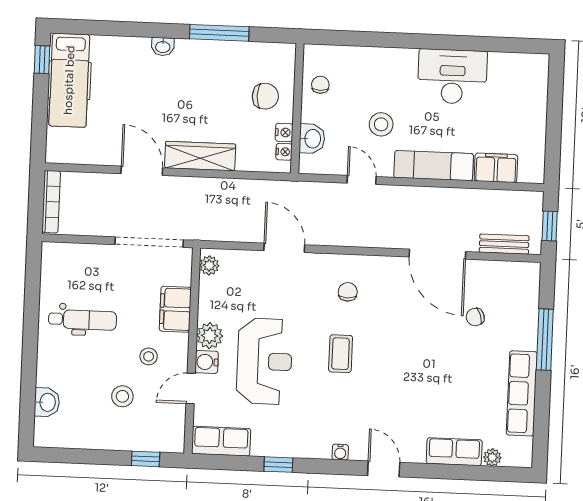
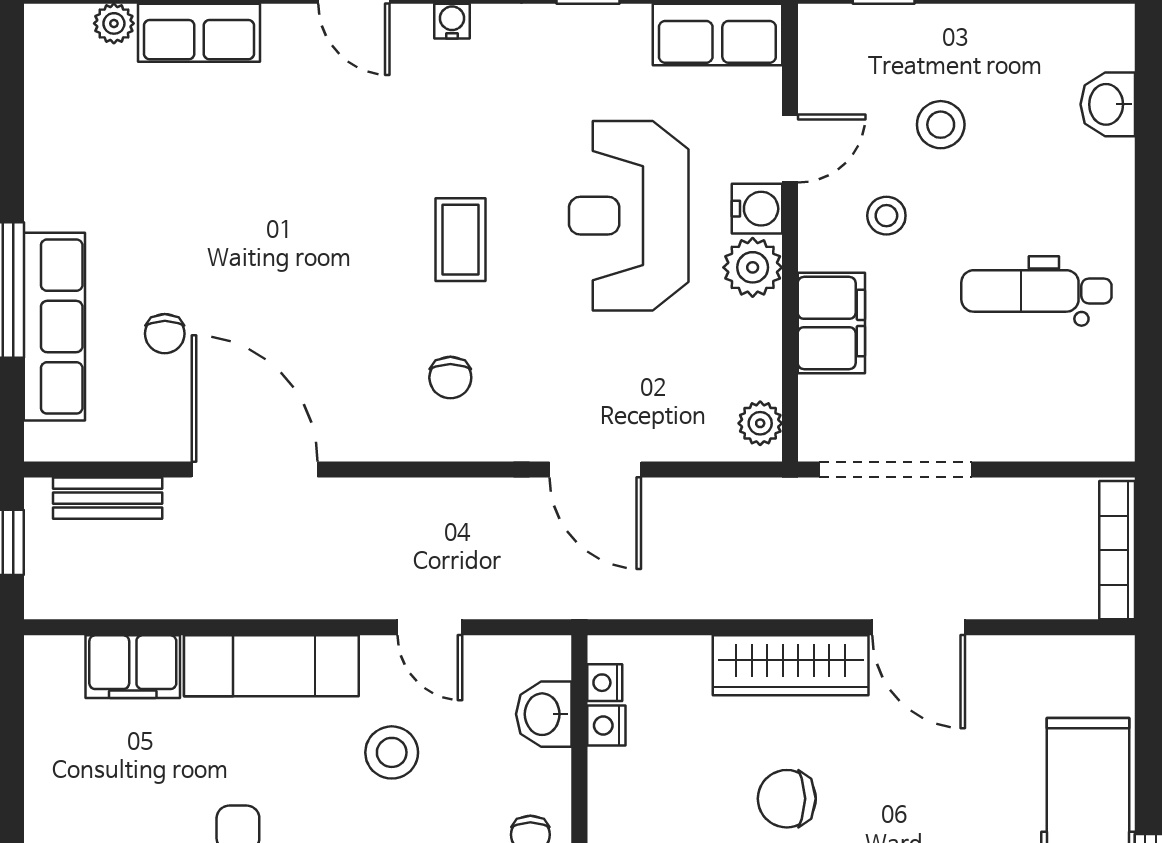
chair: (265, 96) -> (787, 799), moved
chair: (475, 317) -> (165, 334), turned 109
row of seats: (522, 393) -> (54, 327), moved

